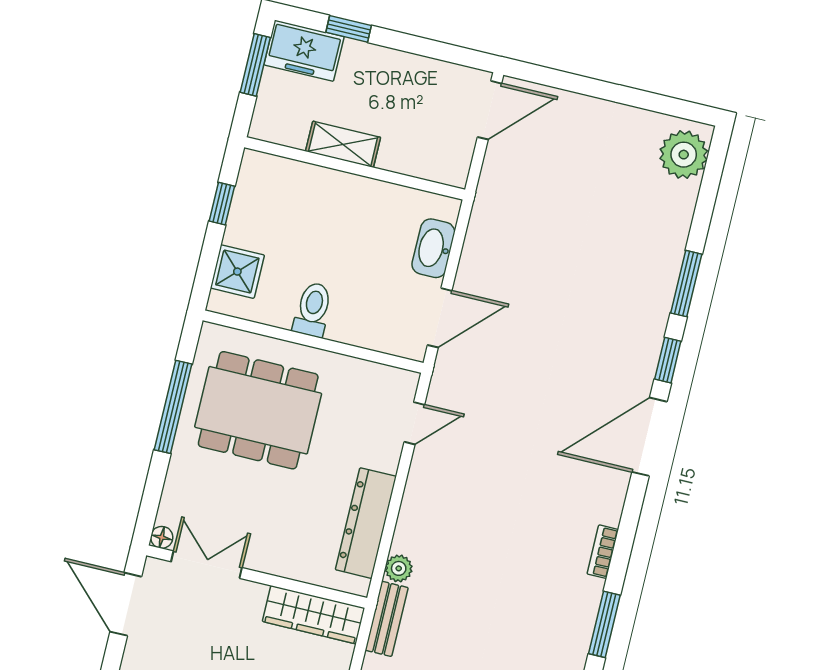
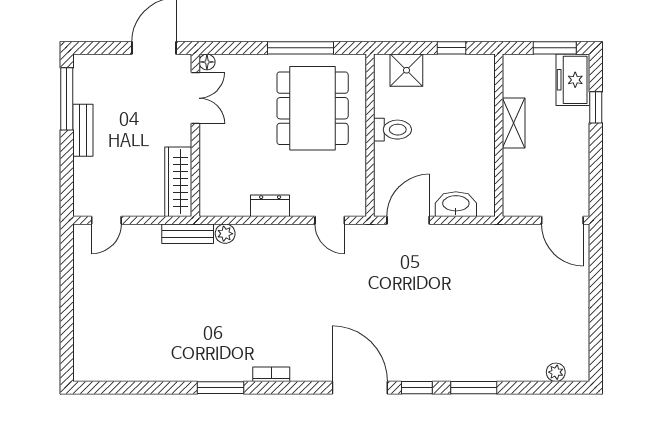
plant: (684, 155) -> (556, 372), width x0.53, depth x0.53
door: (440, 318) -> (408, 220), swing flipped
dresser: (366, 523) -> (270, 206), width x0.51, depth x0.80

